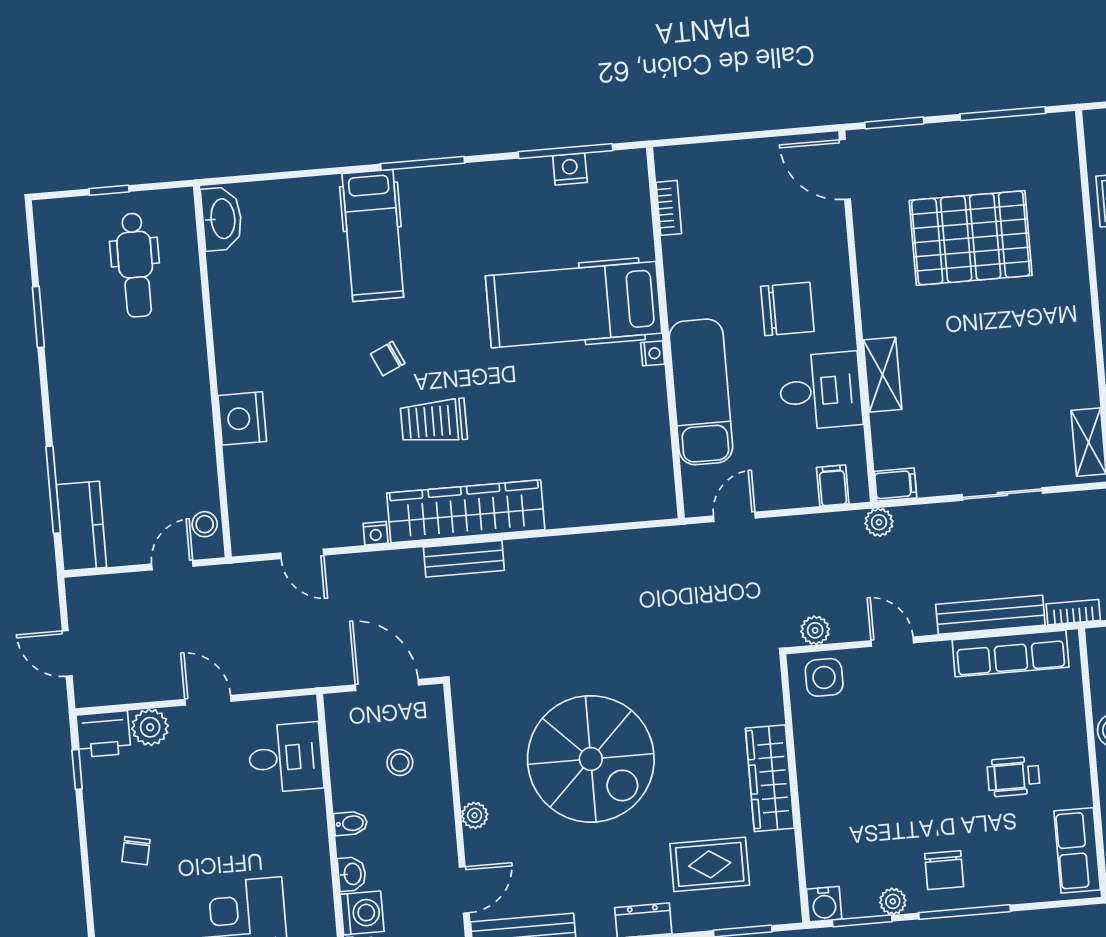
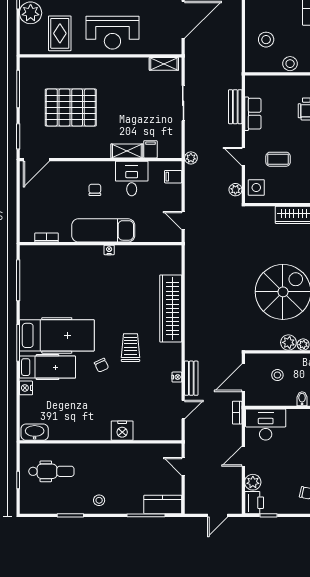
nightstand: (570, 169) -> (26, 388), moved
pallet: (971, 238) -> (71, 108), turned 90
hospital bed: (574, 305) -> (57, 335), moved, turned -90
chair: (787, 309) -> (95, 190), width x0.54, depth x0.54
exam couch: (701, 392) -> (103, 230), moved
trolley: (434, 421) -> (130, 348), turned 180
filing cabinet: (896, 485) -> (150, 149), moved
wardrobe: (466, 511) -> (171, 308), moved
stool: (205, 524) -> (99, 500), moved
bench: (464, 559) -> (191, 378), moved
bookcase: (1073, 612) -> (237, 413), moved
bench: (990, 615) -> (235, 107), width x0.73
door: (892, 642) -> (243, 157), hinge flipped
row of seats: (1011, 654) -> (253, 114), width x0.68
coffee table: (893, 722) -> (278, 159), added
desk: (285, 758) -> (266, 425), width x1.37
plant: (476, 781) -> (288, 342), added

